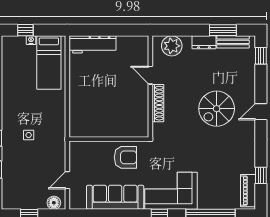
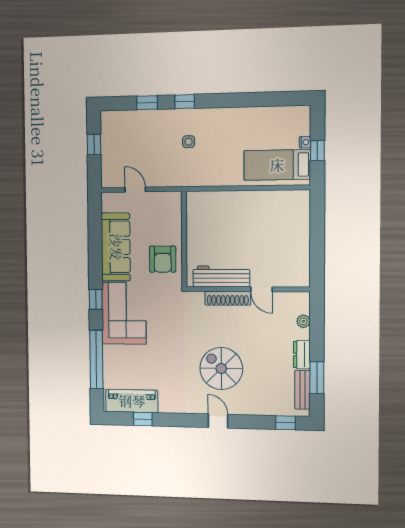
window: (25, 30) -> (317, 151), moved
workbench: (92, 44) -> (221, 277), moved, turned 90
plant: (172, 46) -> (303, 321), width x0.53, depth x0.53
door: (150, 75) -> (262, 289), swing flipped
piano: (248, 191) -> (132, 401), width x1.37, depth x1.33
floor lamp: (54, 203) -> (108, 174), removed

